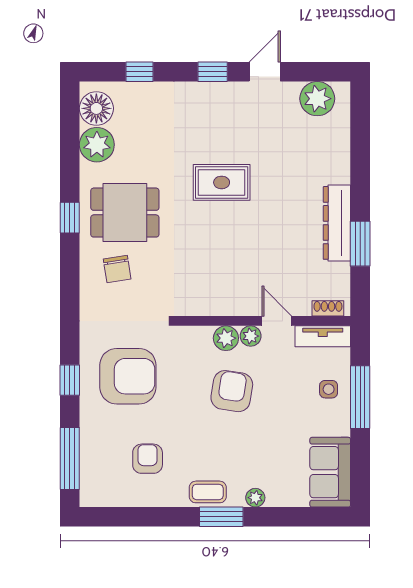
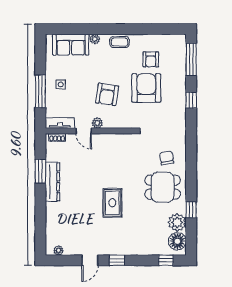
window: (140, 72) -> (166, 260), moved
plant: (317, 99) -> (58, 251), width x0.53, depth x0.53
rug: (222, 182) -> (112, 203), turned 90
window: (70, 218) -> (191, 210), moved
plant: (226, 338) -> (110, 122), removed
armchair: (128, 376) -> (146, 88), moved, turned 90
side table: (329, 389) -> (61, 84), moved
sofa: (330, 472) -> (71, 45), moved, turned 90
window: (221, 517) -> (113, 29), removed

